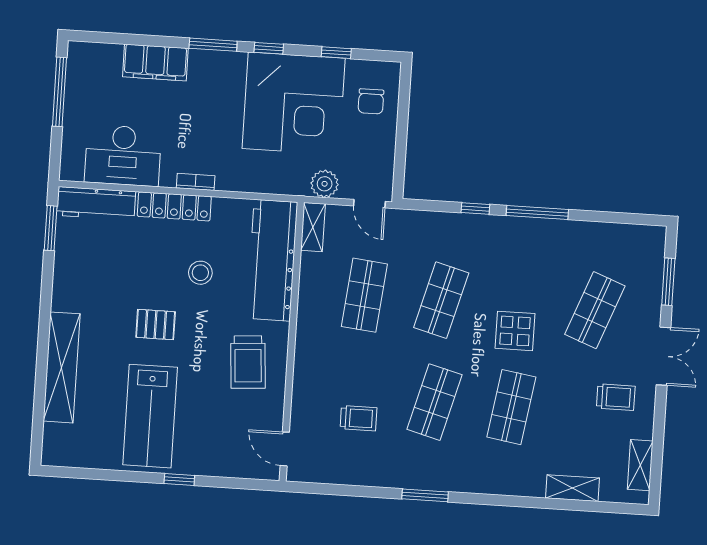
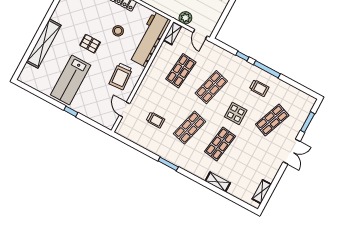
trolley: (616, 397) -> (259, 88), moved
door: (285, 449) -> (124, 109), moved
shelving: (573, 488) -> (218, 182), moved

